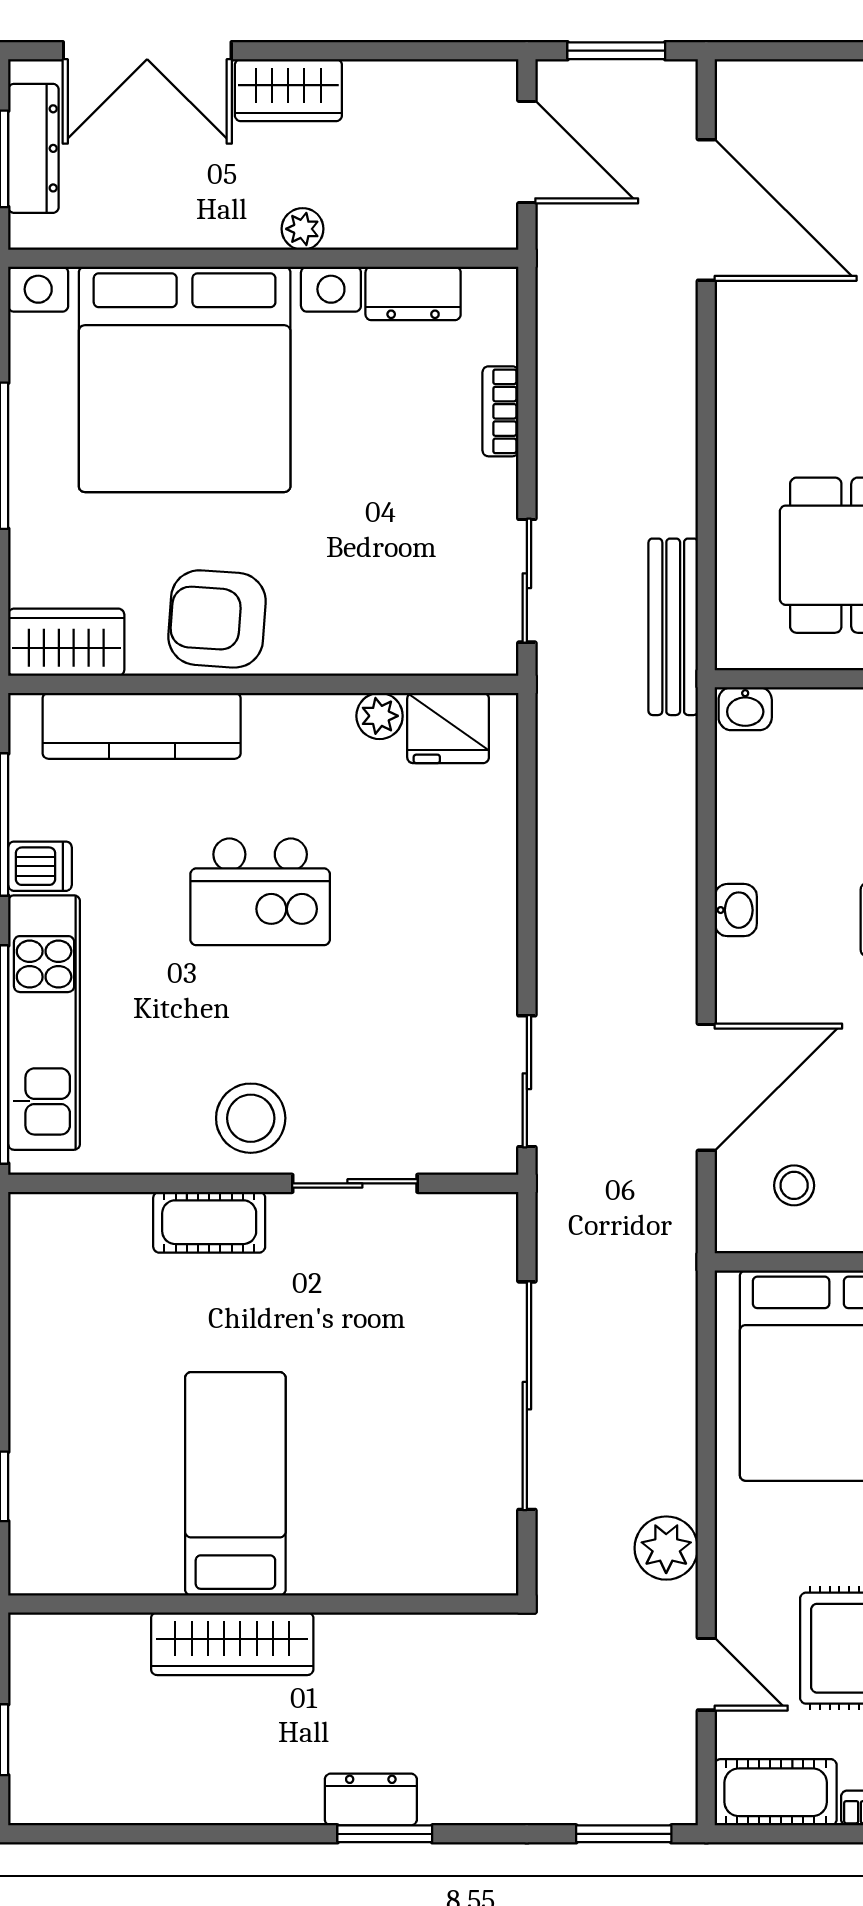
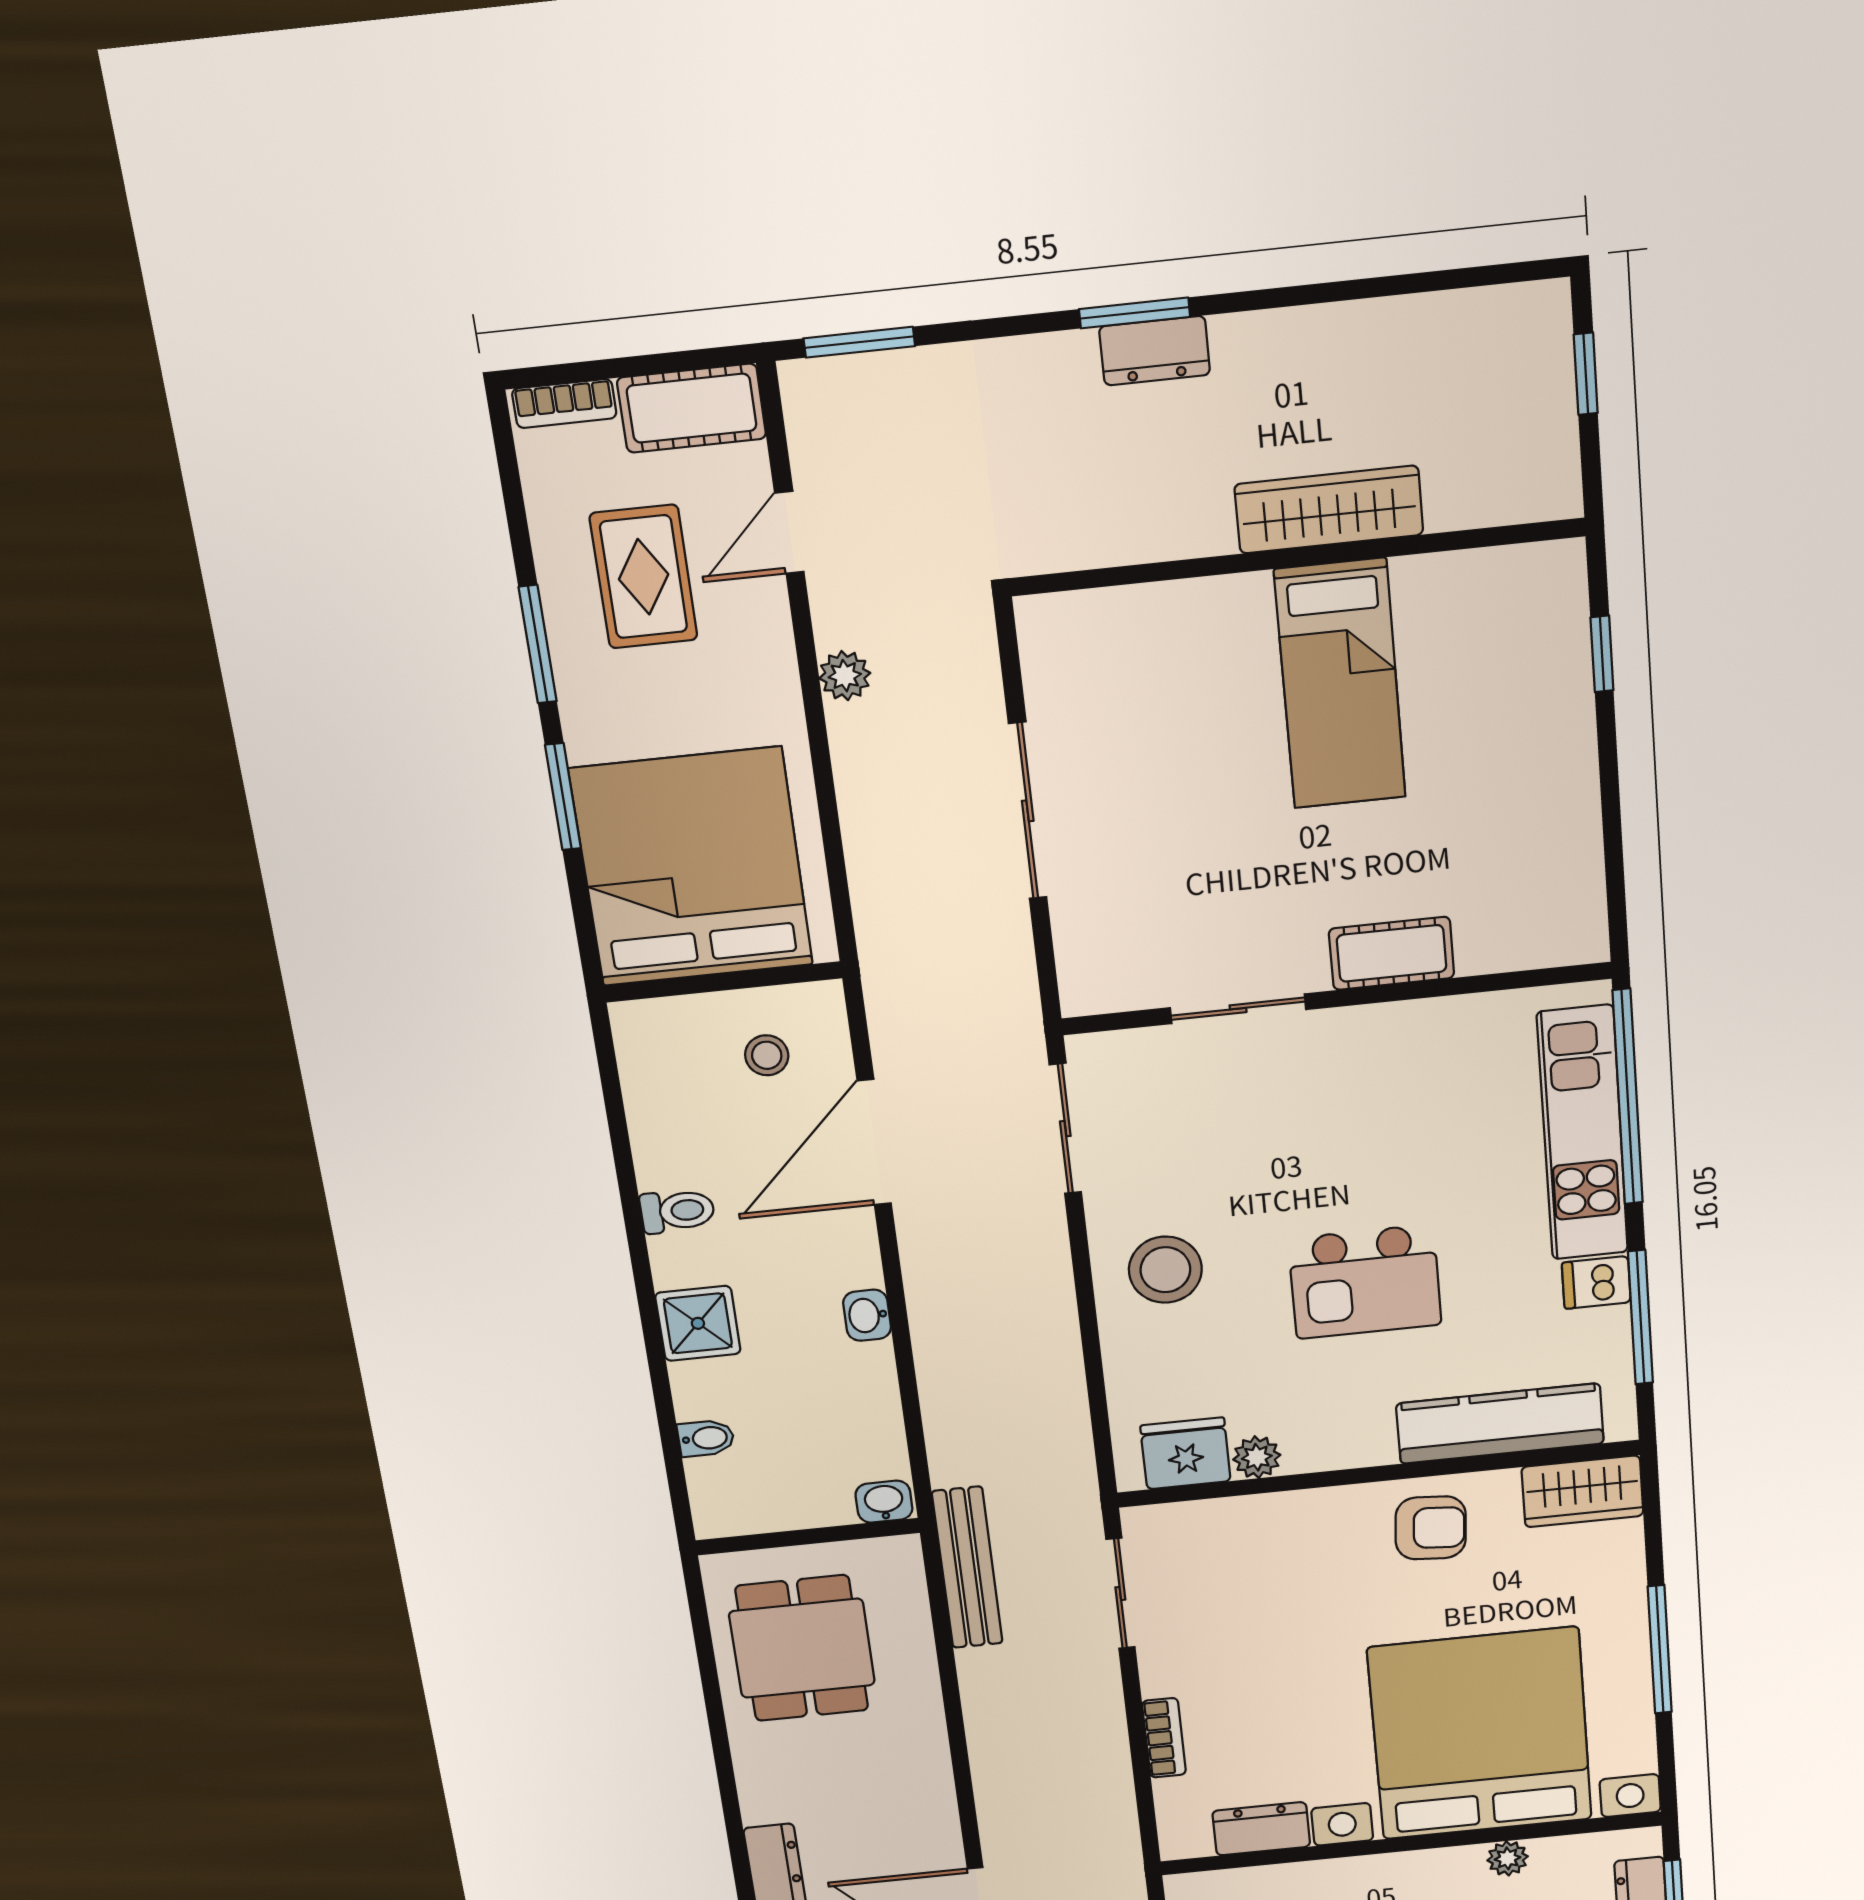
plant: (303, 229) -> (1508, 1858), moved
armchair: (217, 619) -> (1431, 1528), width x0.72, depth x0.72
kitchen island: (260, 892) -> (1365, 1282), turned 180
stool: (251, 1118) -> (1165, 1270), moved
sliding door: (527, 1396) -> (1028, 811), width x0.73
plant: (666, 1548) -> (845, 676), width x0.73, depth x0.73
door: (706, 1674) -> (789, 532), hinge flipped

